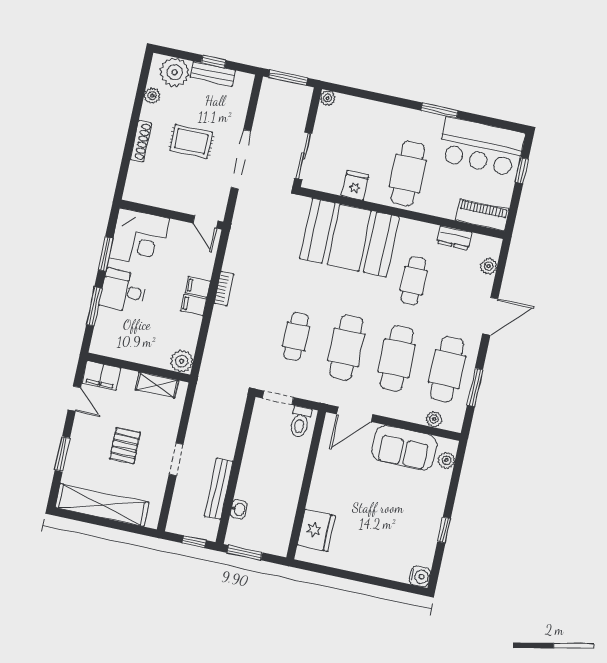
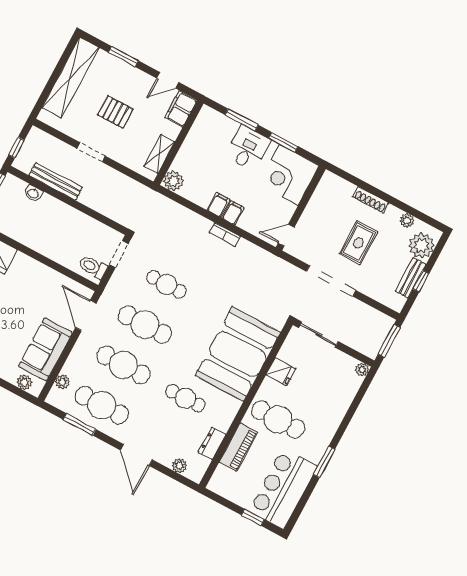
piano: (482, 215) -> (238, 447), moved

